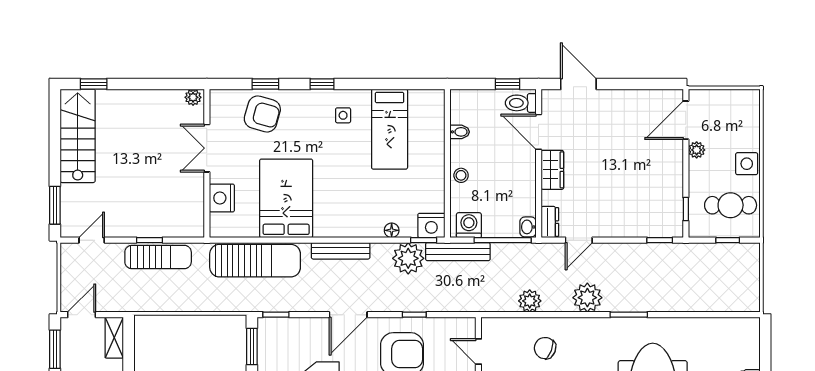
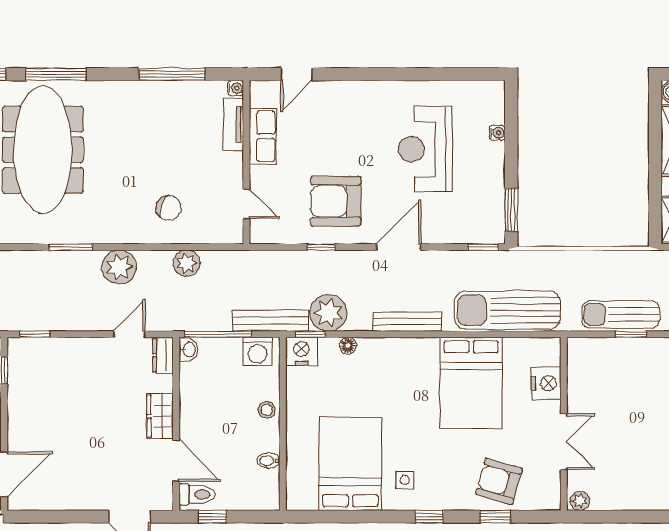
bed: (390, 129) -> (350, 464), width x1.50

